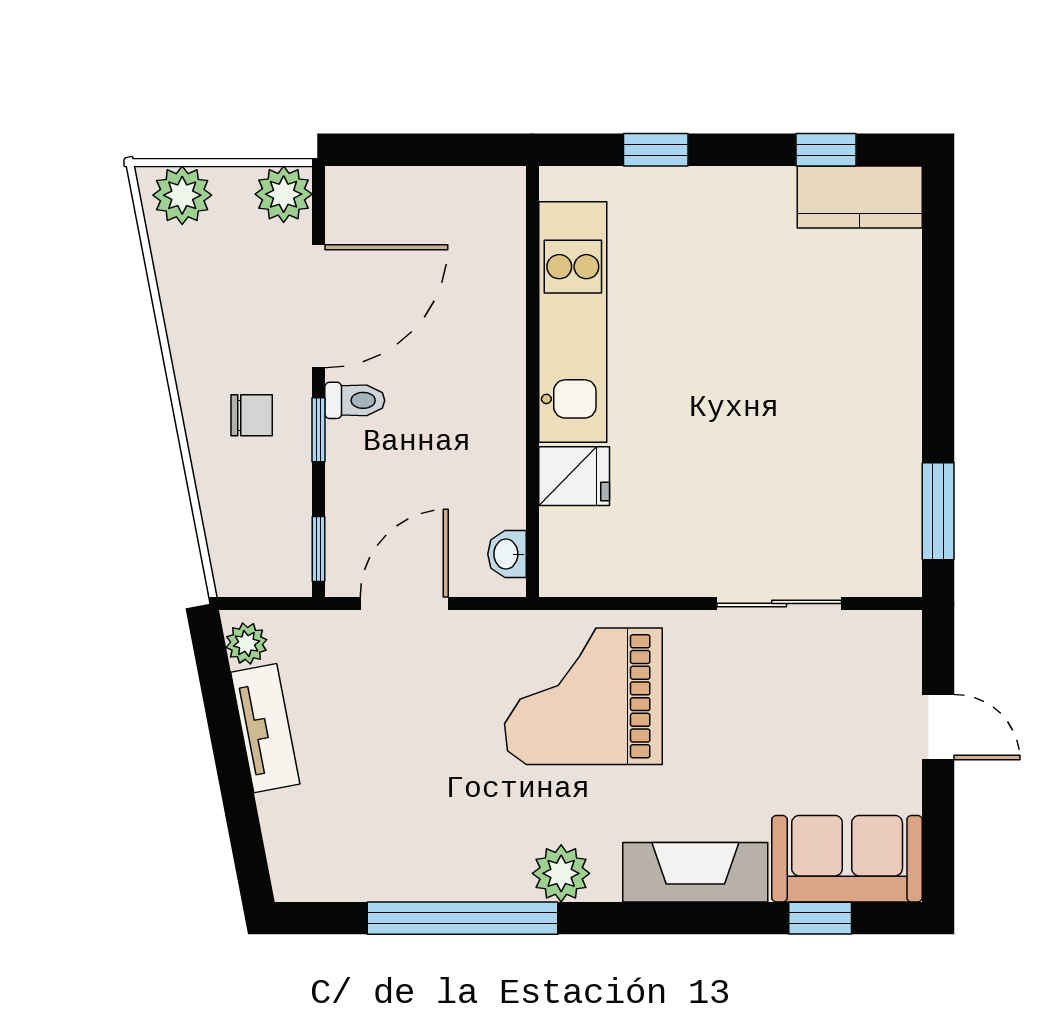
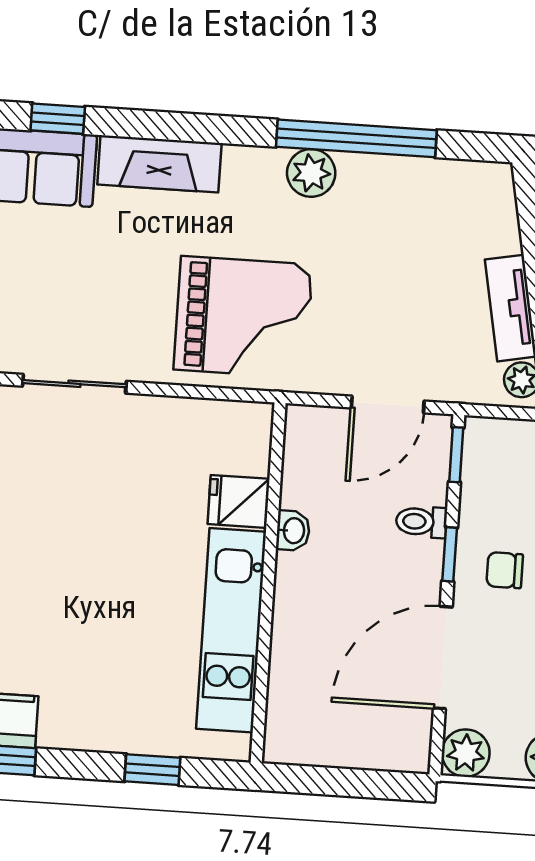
toilet: (355, 400) -> (421, 522), moved
washbasin: (507, 554) -> (293, 531), moved
plant: (561, 873) -> (311, 173), moved

